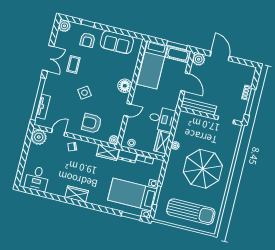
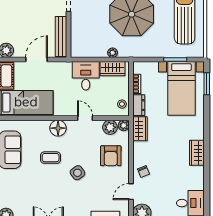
armchair: (87, 40) -> (16, 184), removed
coffee table: (73, 65) -> (51, 158), moved
plant: (115, 128) -> (110, 127), added
door: (58, 132) -> (131, 192), hinge flipped

